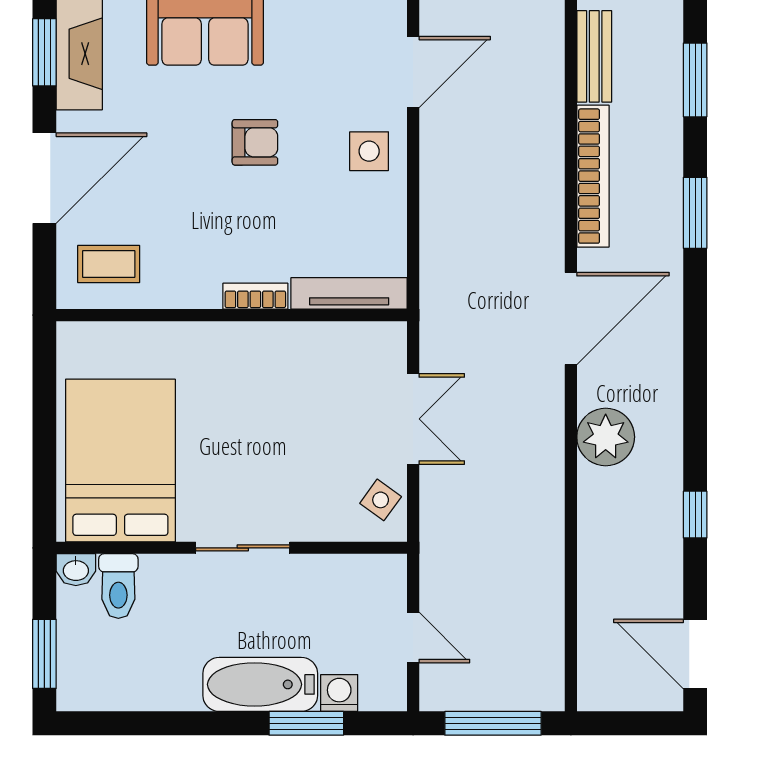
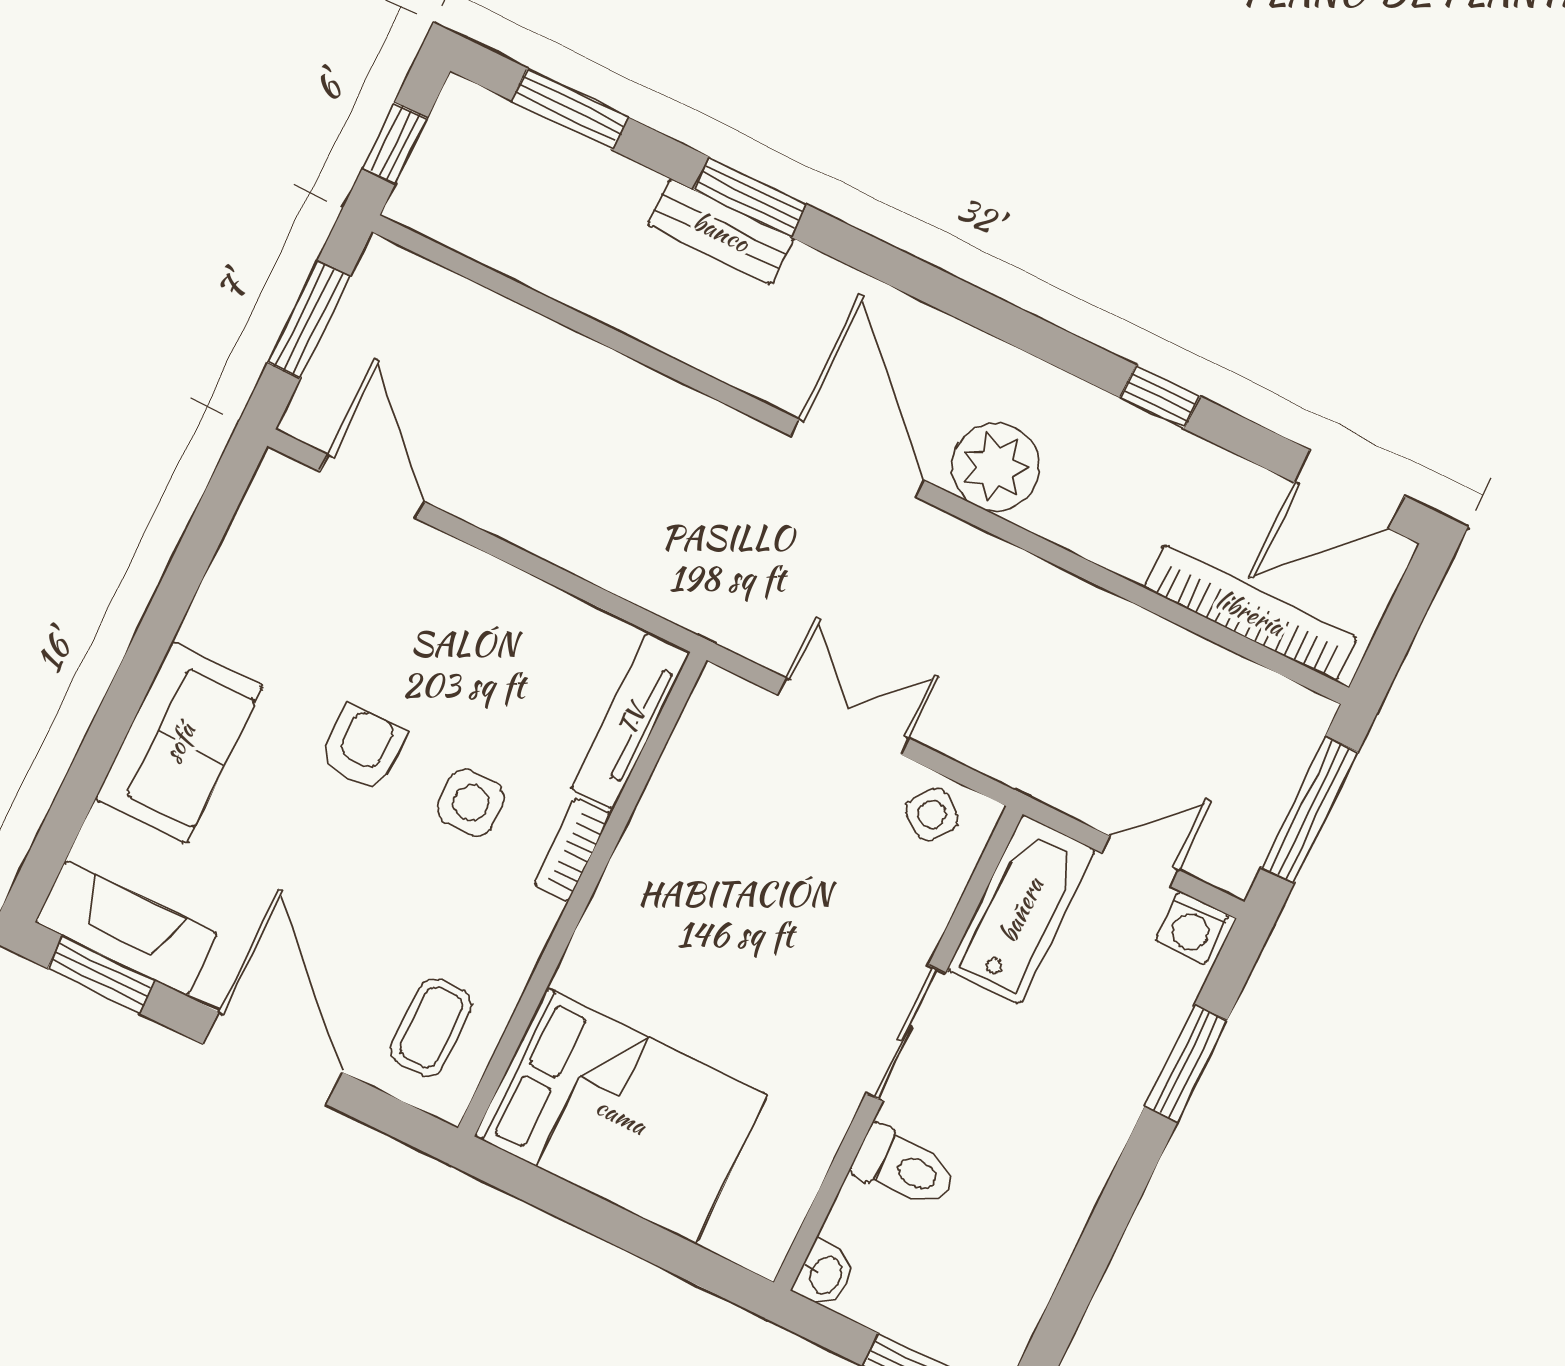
bench: (594, 56) -> (721, 232), moved
side table: (369, 151) -> (471, 803), moved
bookcase: (593, 176) -> (1250, 613), moved
door: (571, 318) -> (857, 458), moved
bed: (120, 461) -> (621, 1116), moved, turned 180
toilet: (118, 586) -> (904, 1167), moved
bathtub: (260, 684) -> (1021, 910), moved, turned 180
washing machine: (339, 693) -> (1192, 928), moved, turned -90

